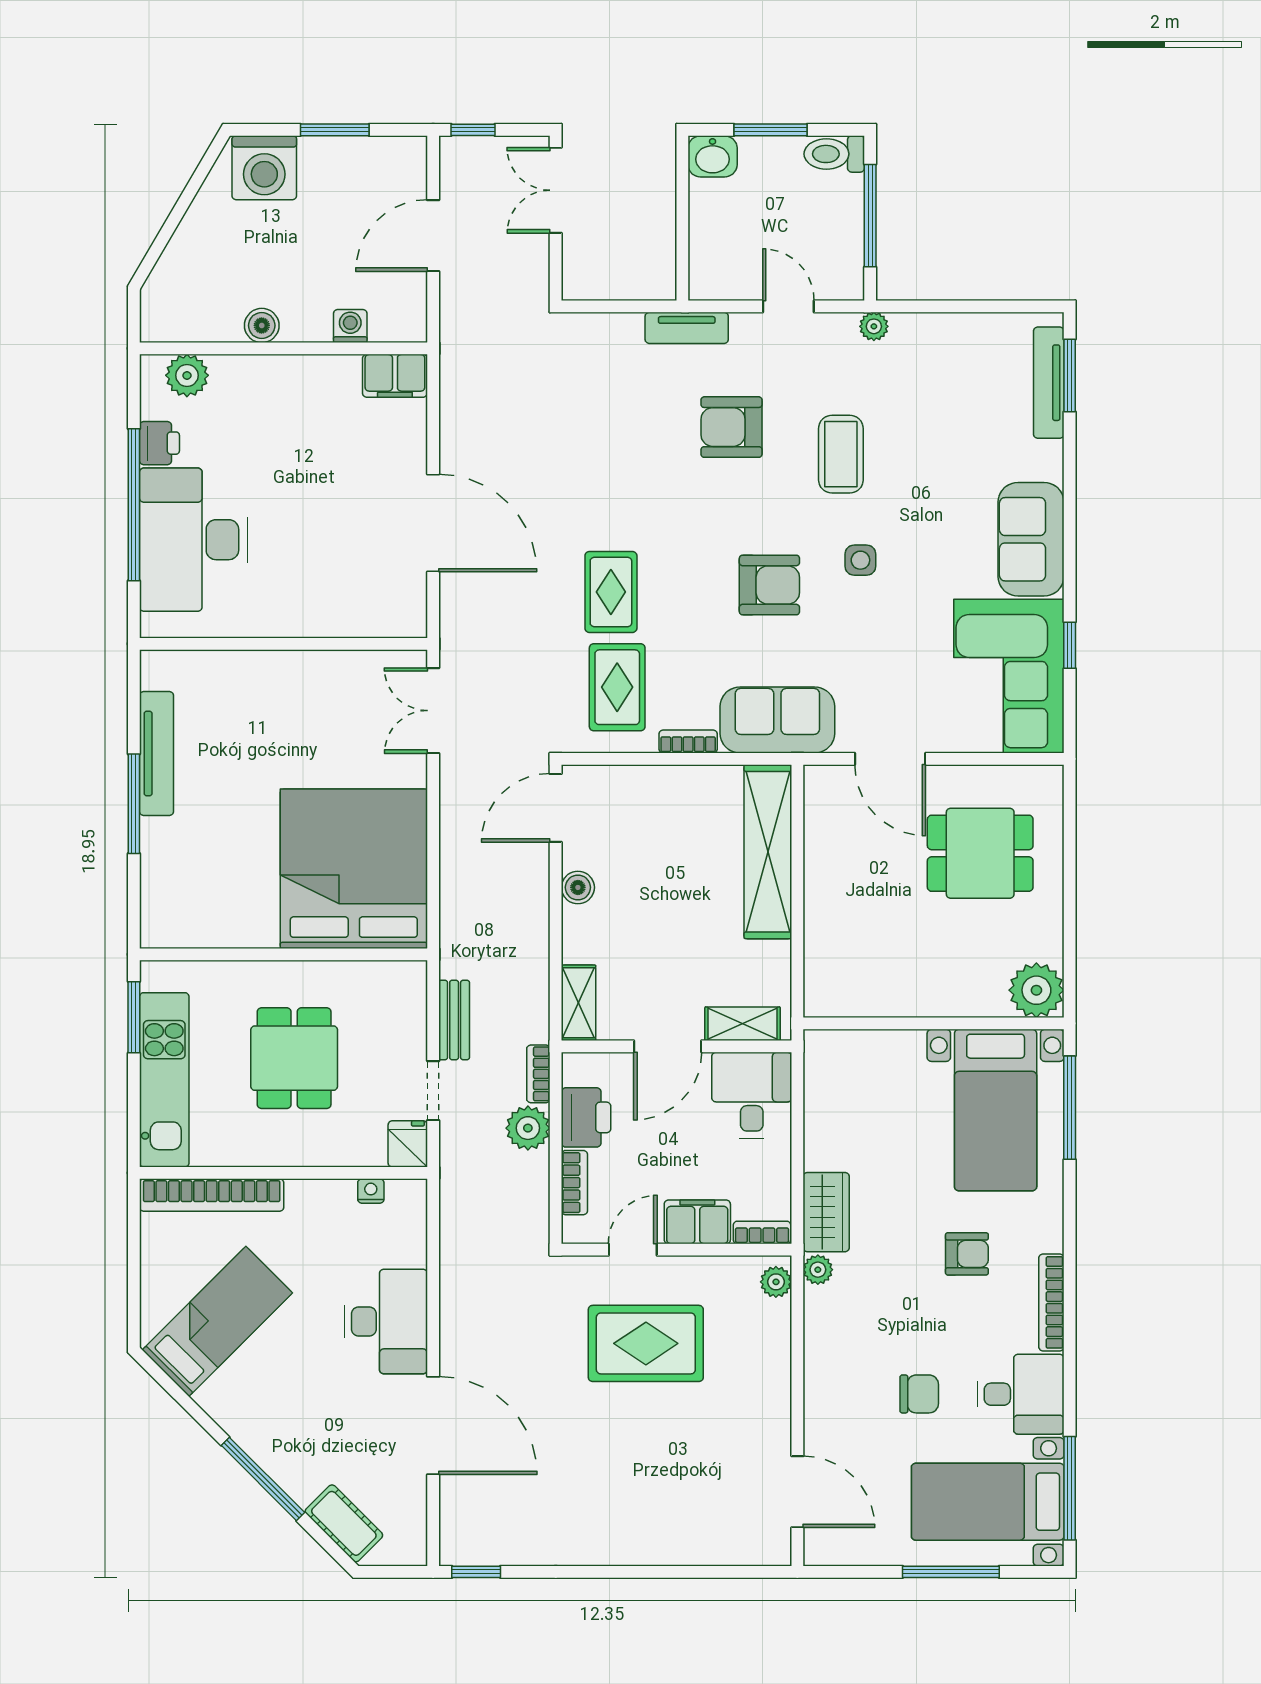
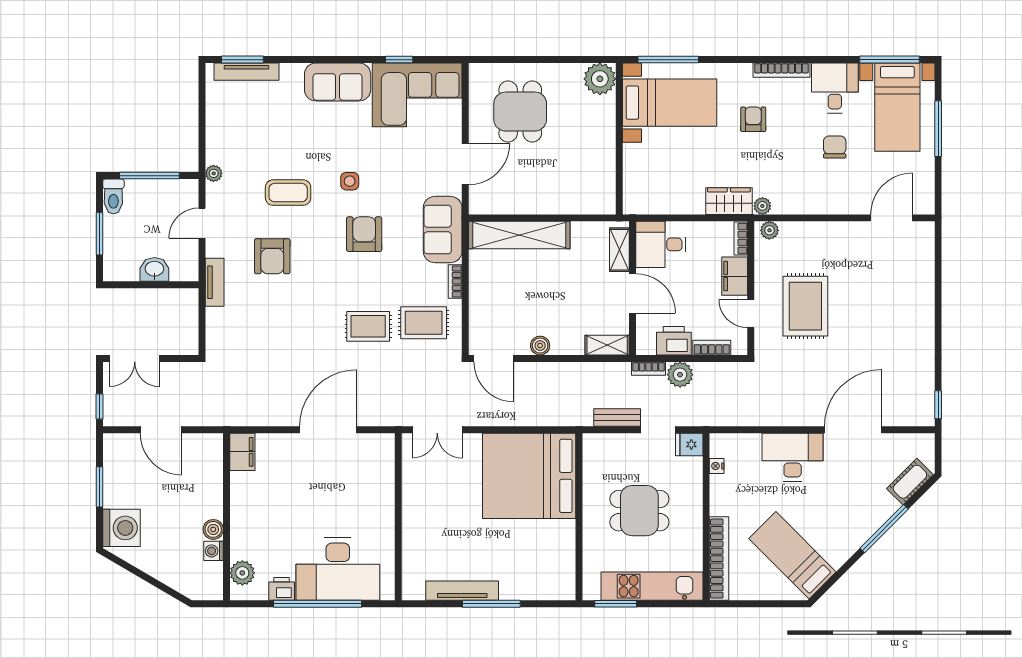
washbasin: (713, 156) -> (154, 269), moved, turned -90
washing machine: (350, 326) -> (214, 551), moved

